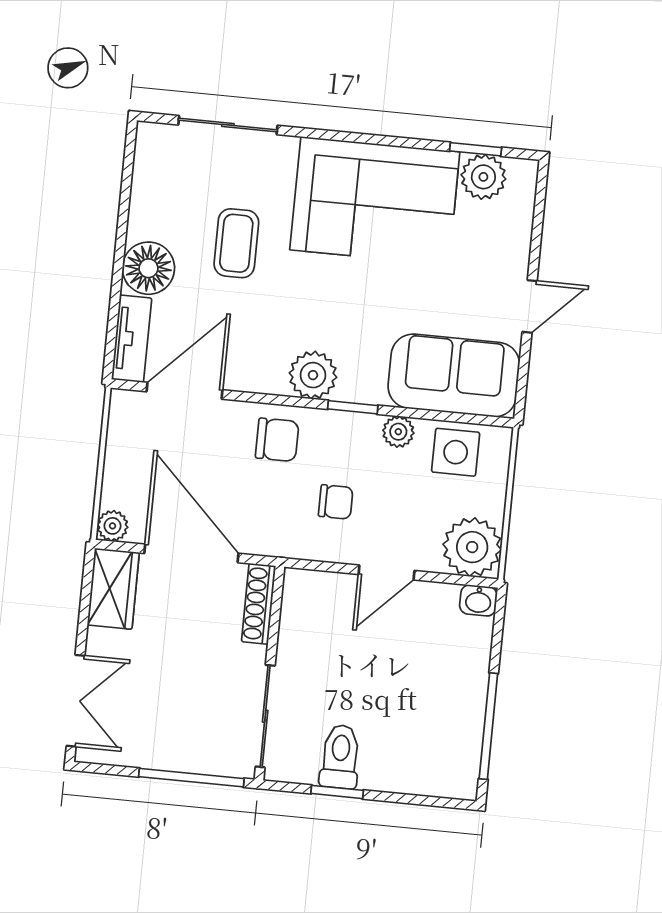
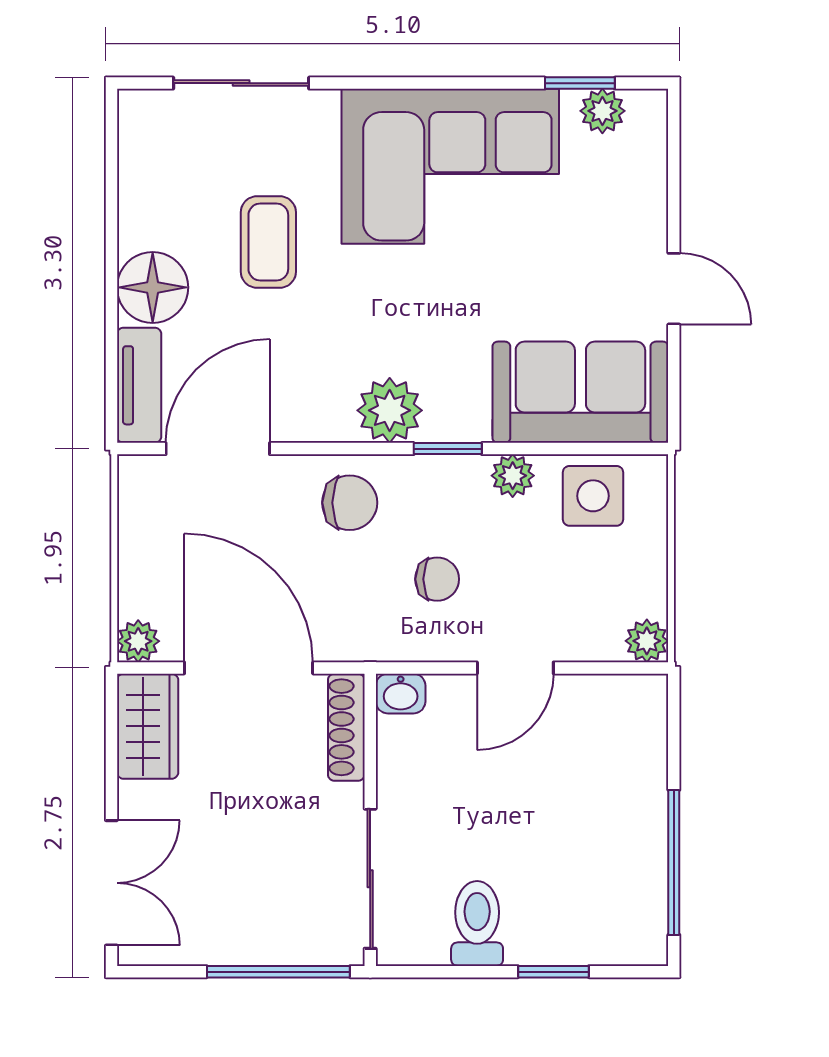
plant: (483, 177) -> (602, 111), width x0.73, depth x0.73
door: (530, 306) -> (674, 289), hinge flipped
plant: (472, 547) -> (647, 641), width x0.53, depth x0.53
washbasin: (478, 600) -> (401, 694), moved
window: (337, 792) -> (553, 972), moved

